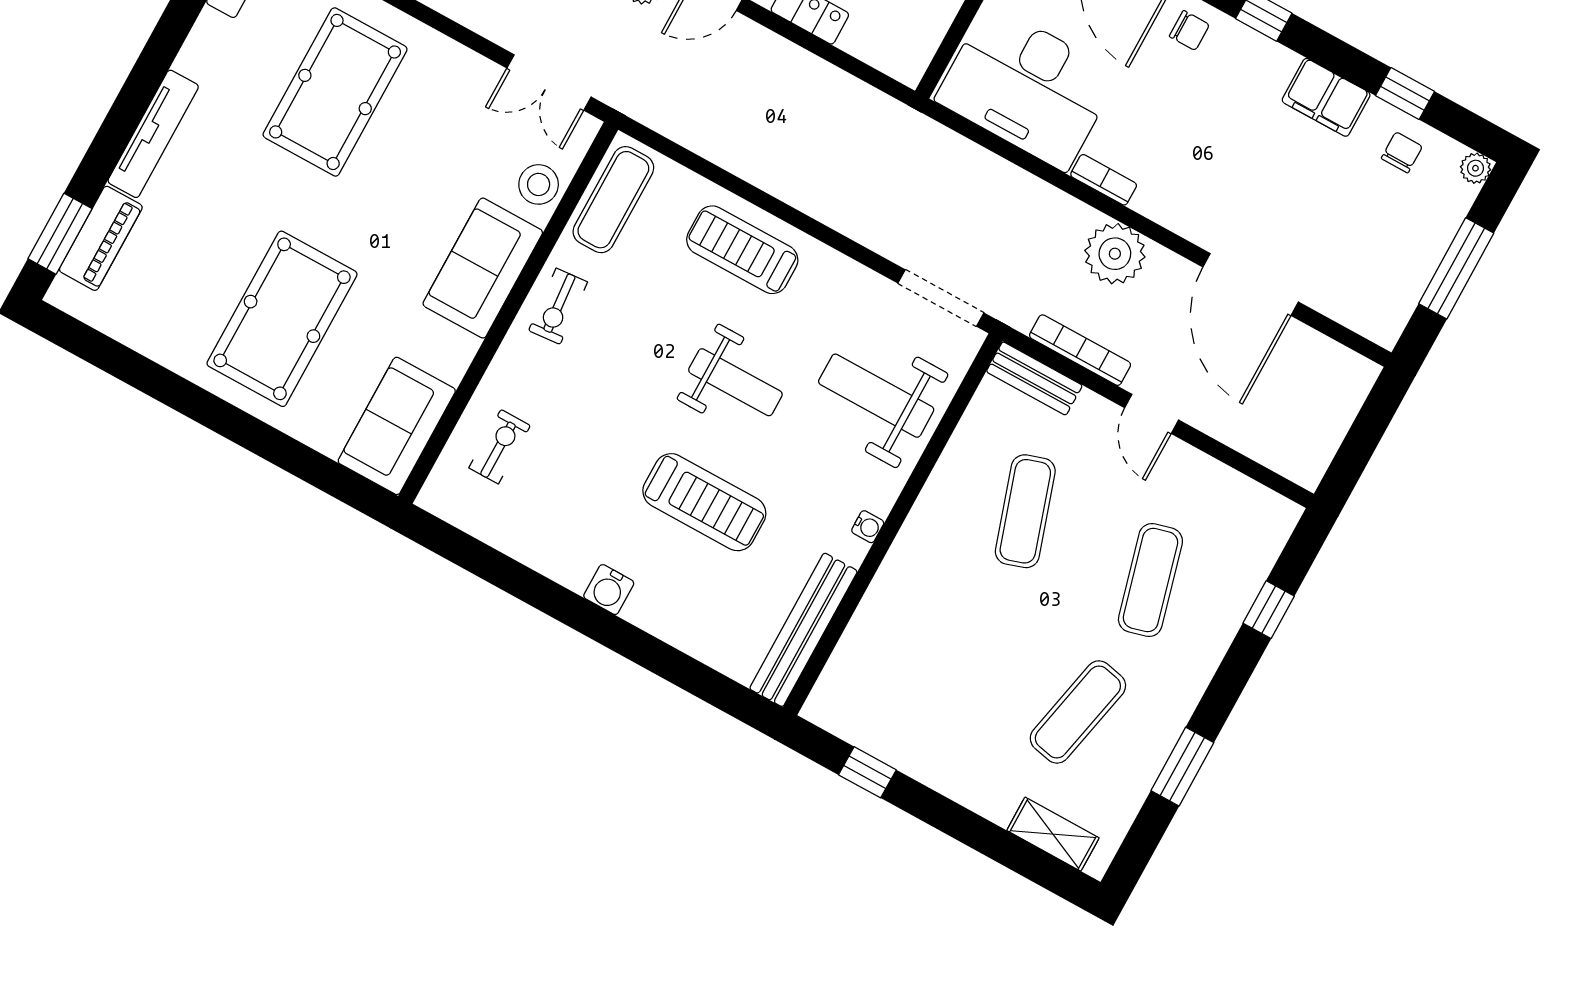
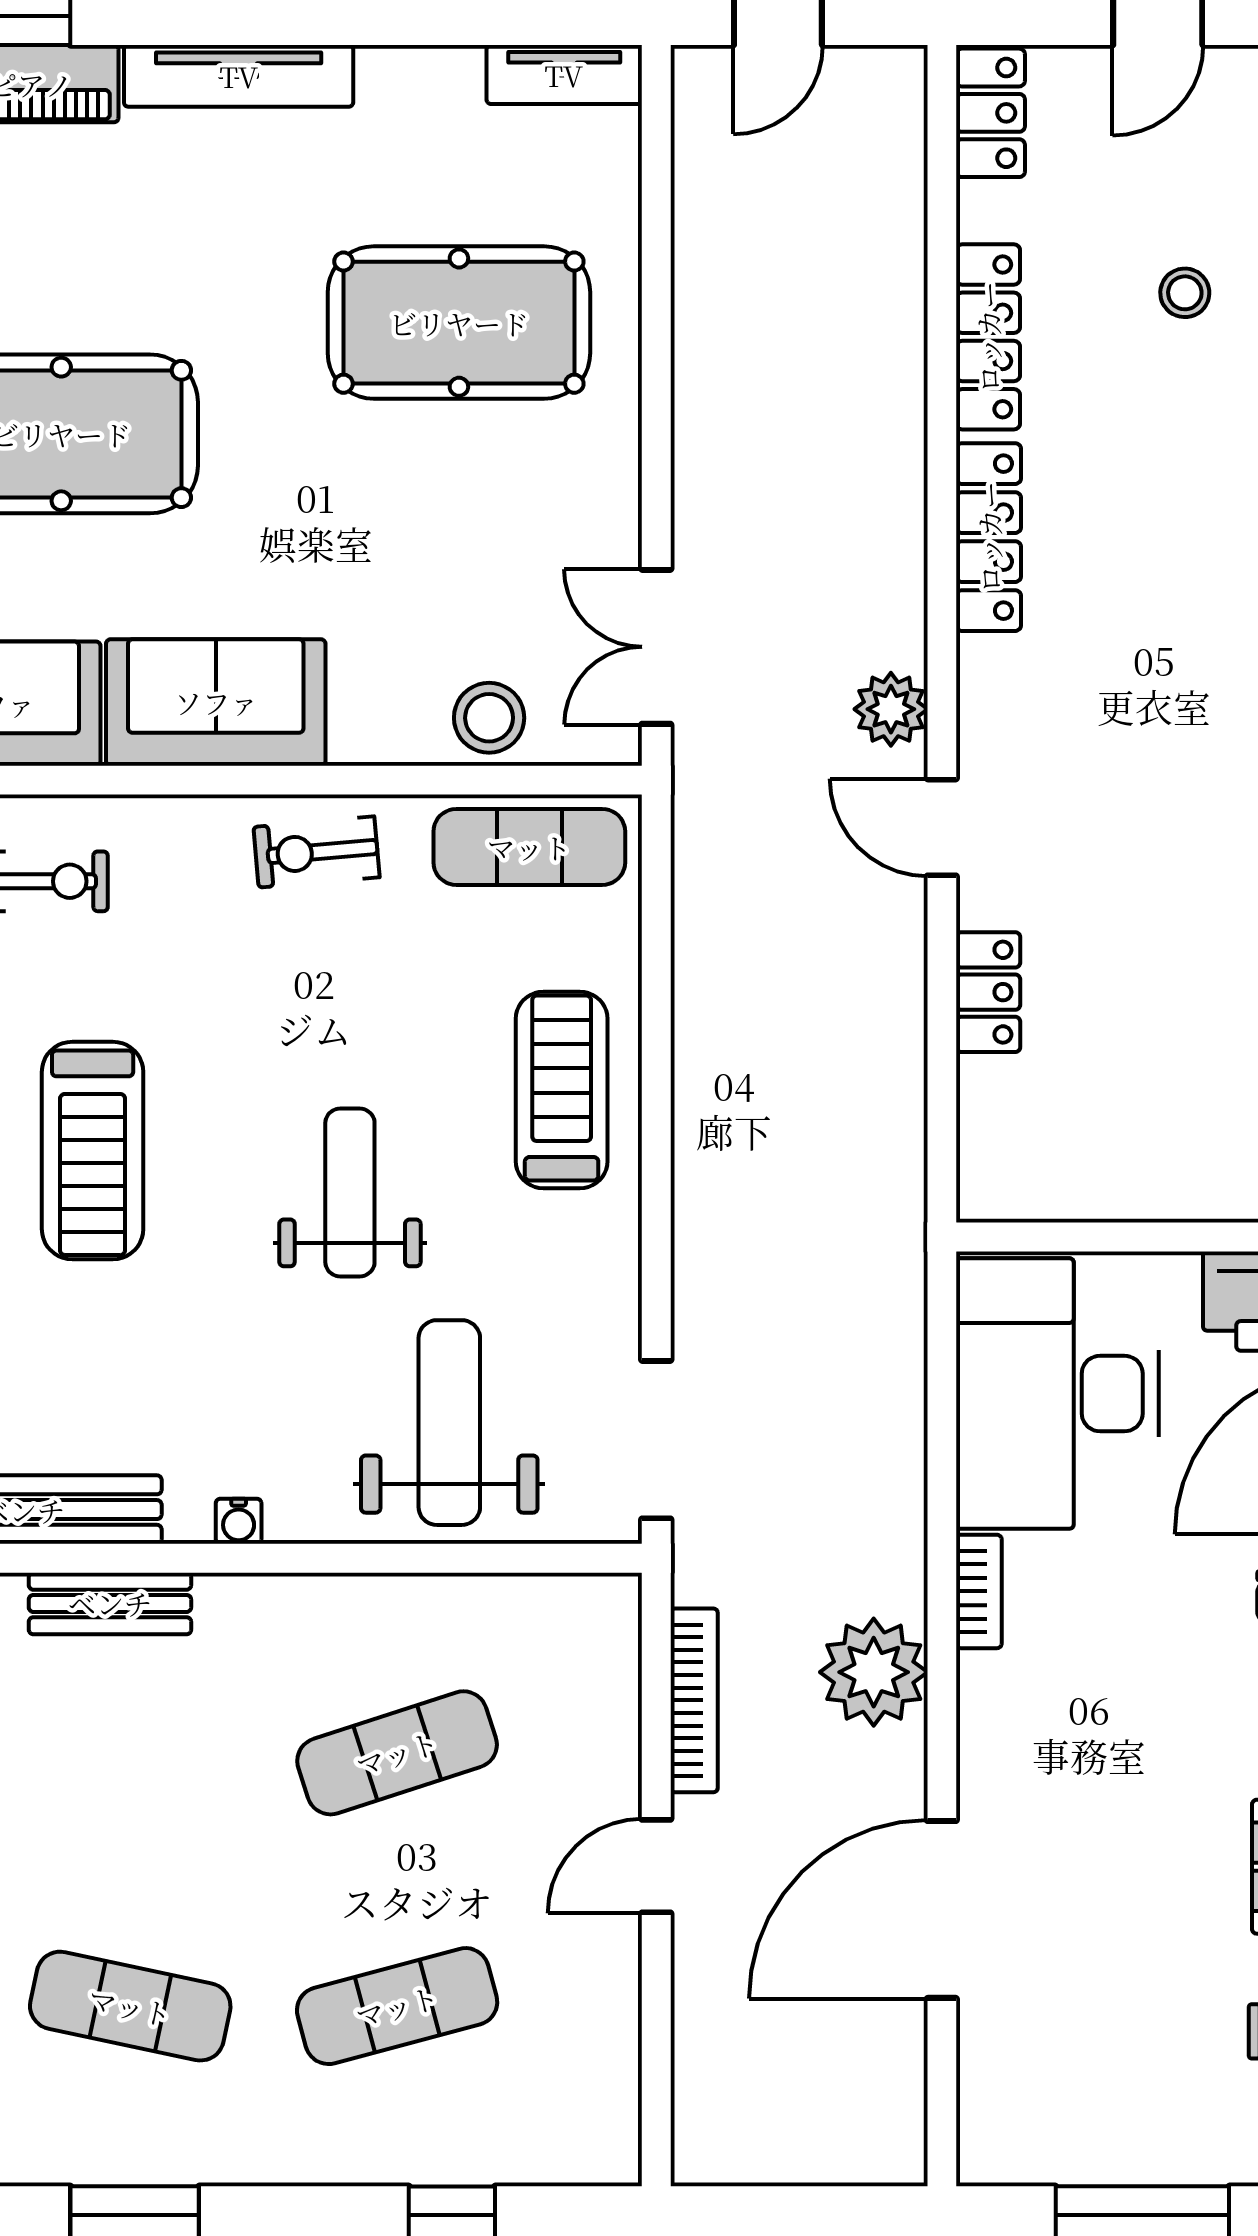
sofa: (483, 268) -> (216, 702), moved
bench: (1034, 378) -> (110, 1603), moved, turned 90
weight bench: (735, 382) -> (350, 1192), turned 180
treadmill: (704, 502) -> (93, 1151), moved

